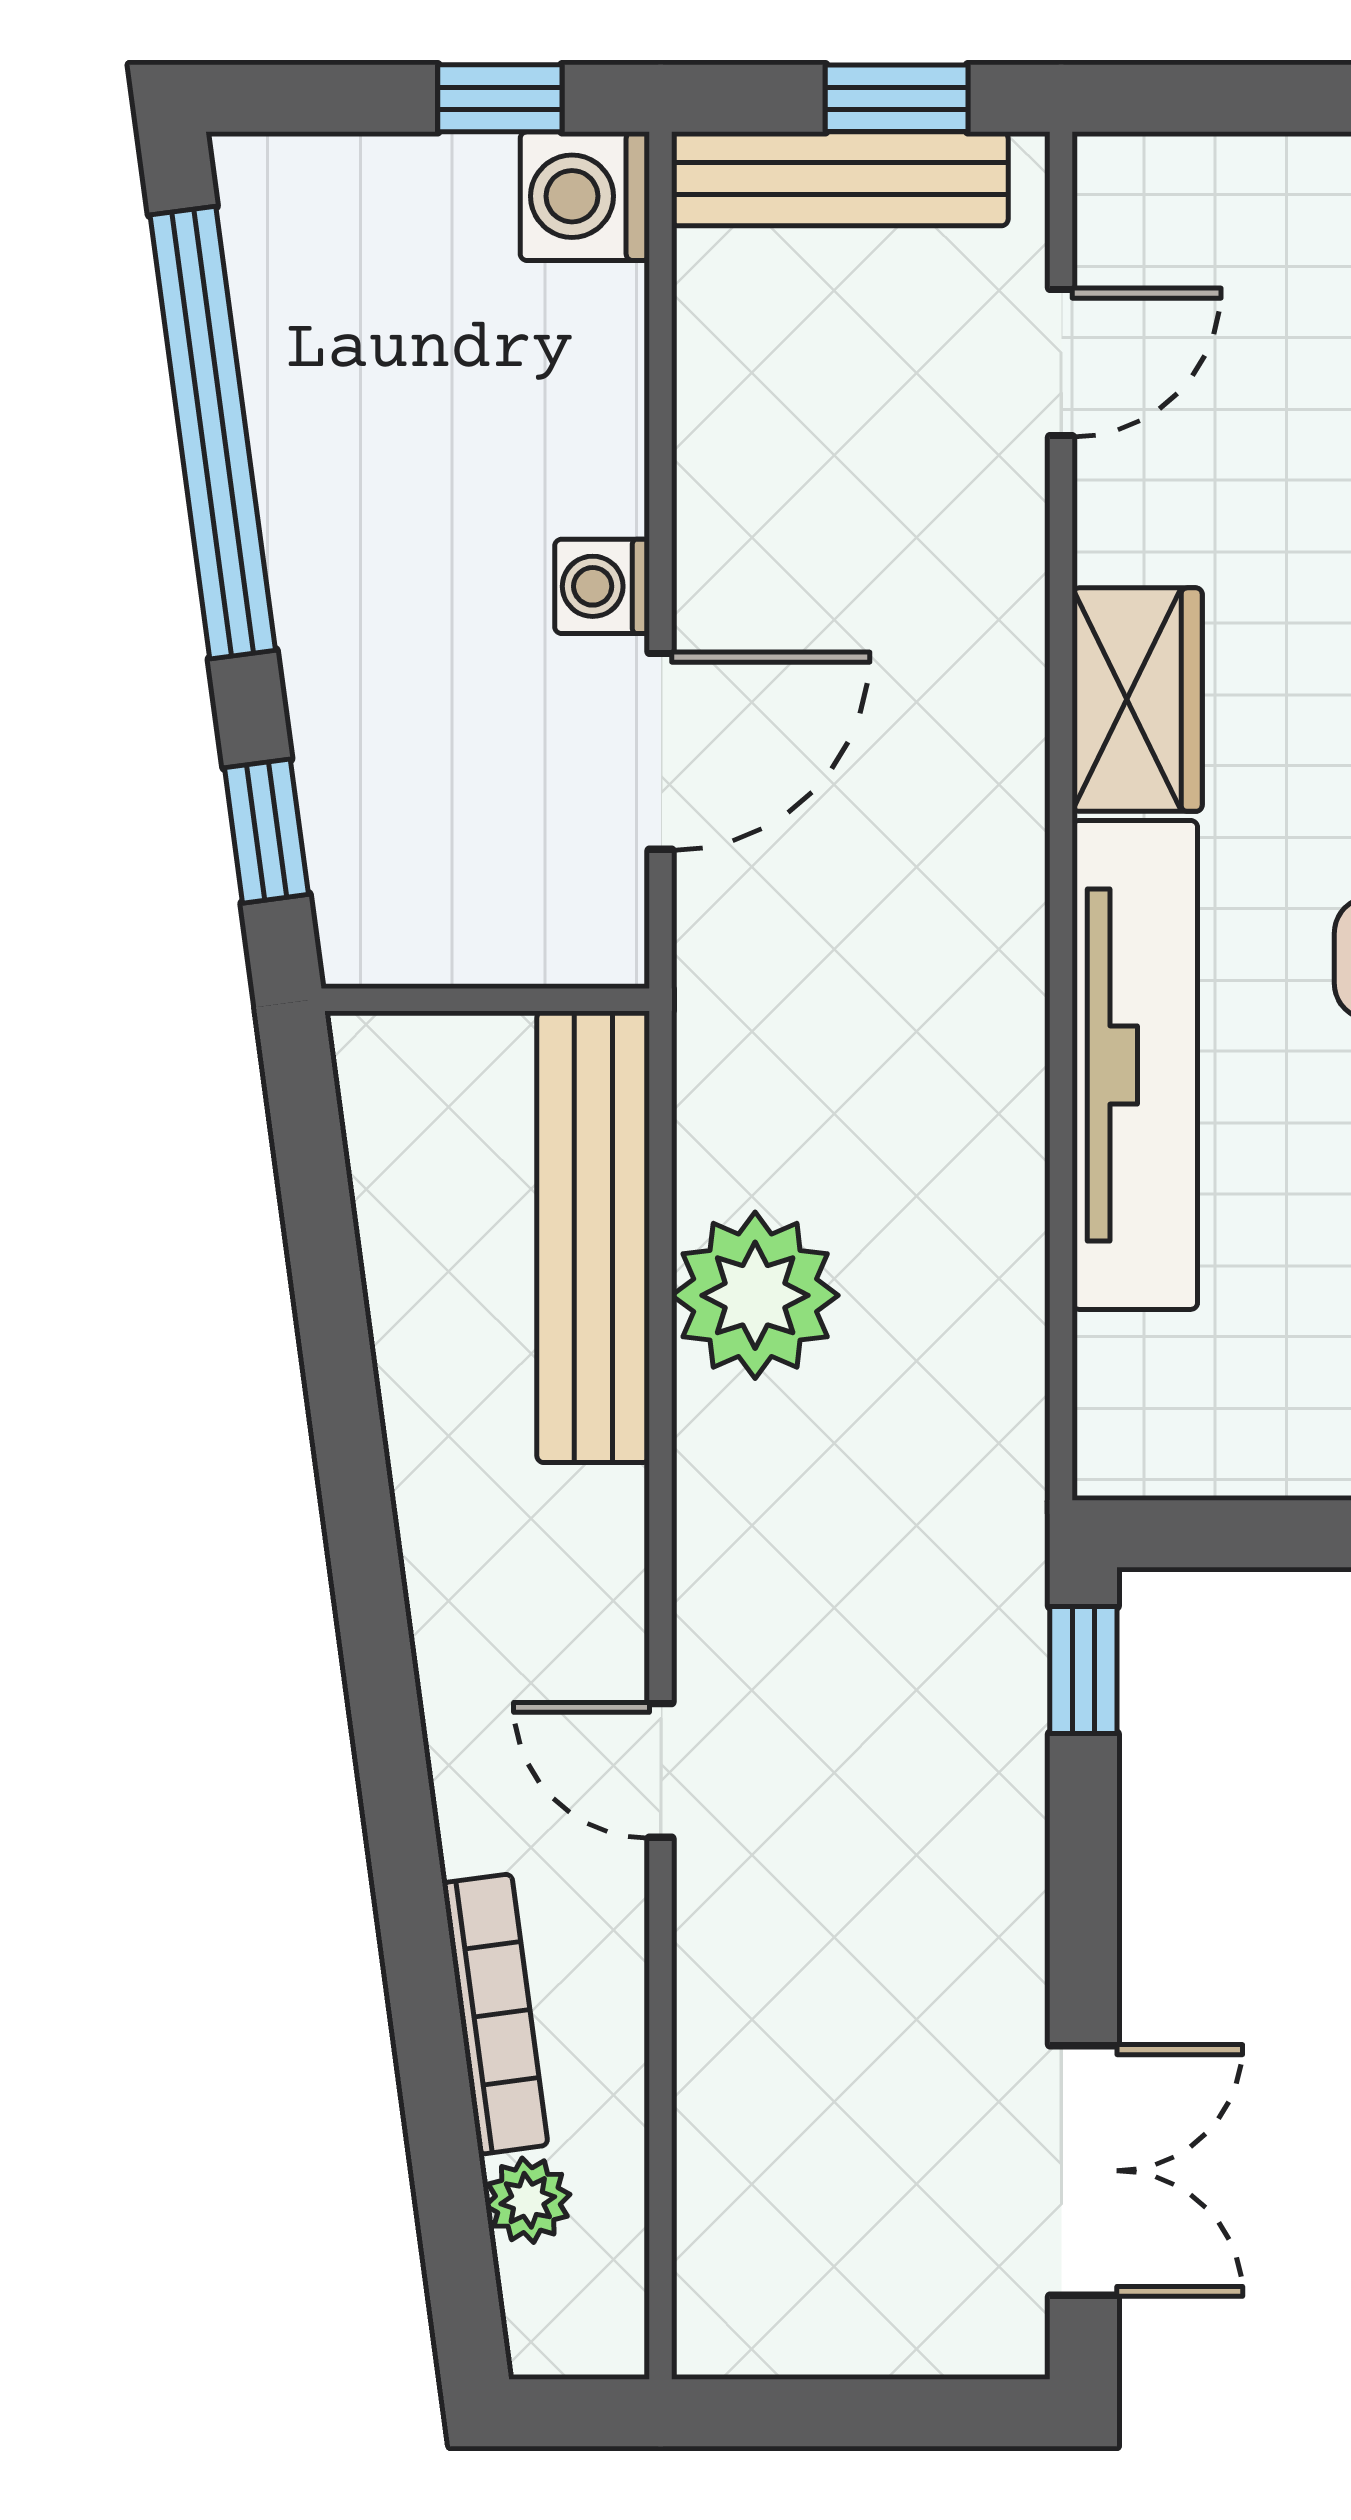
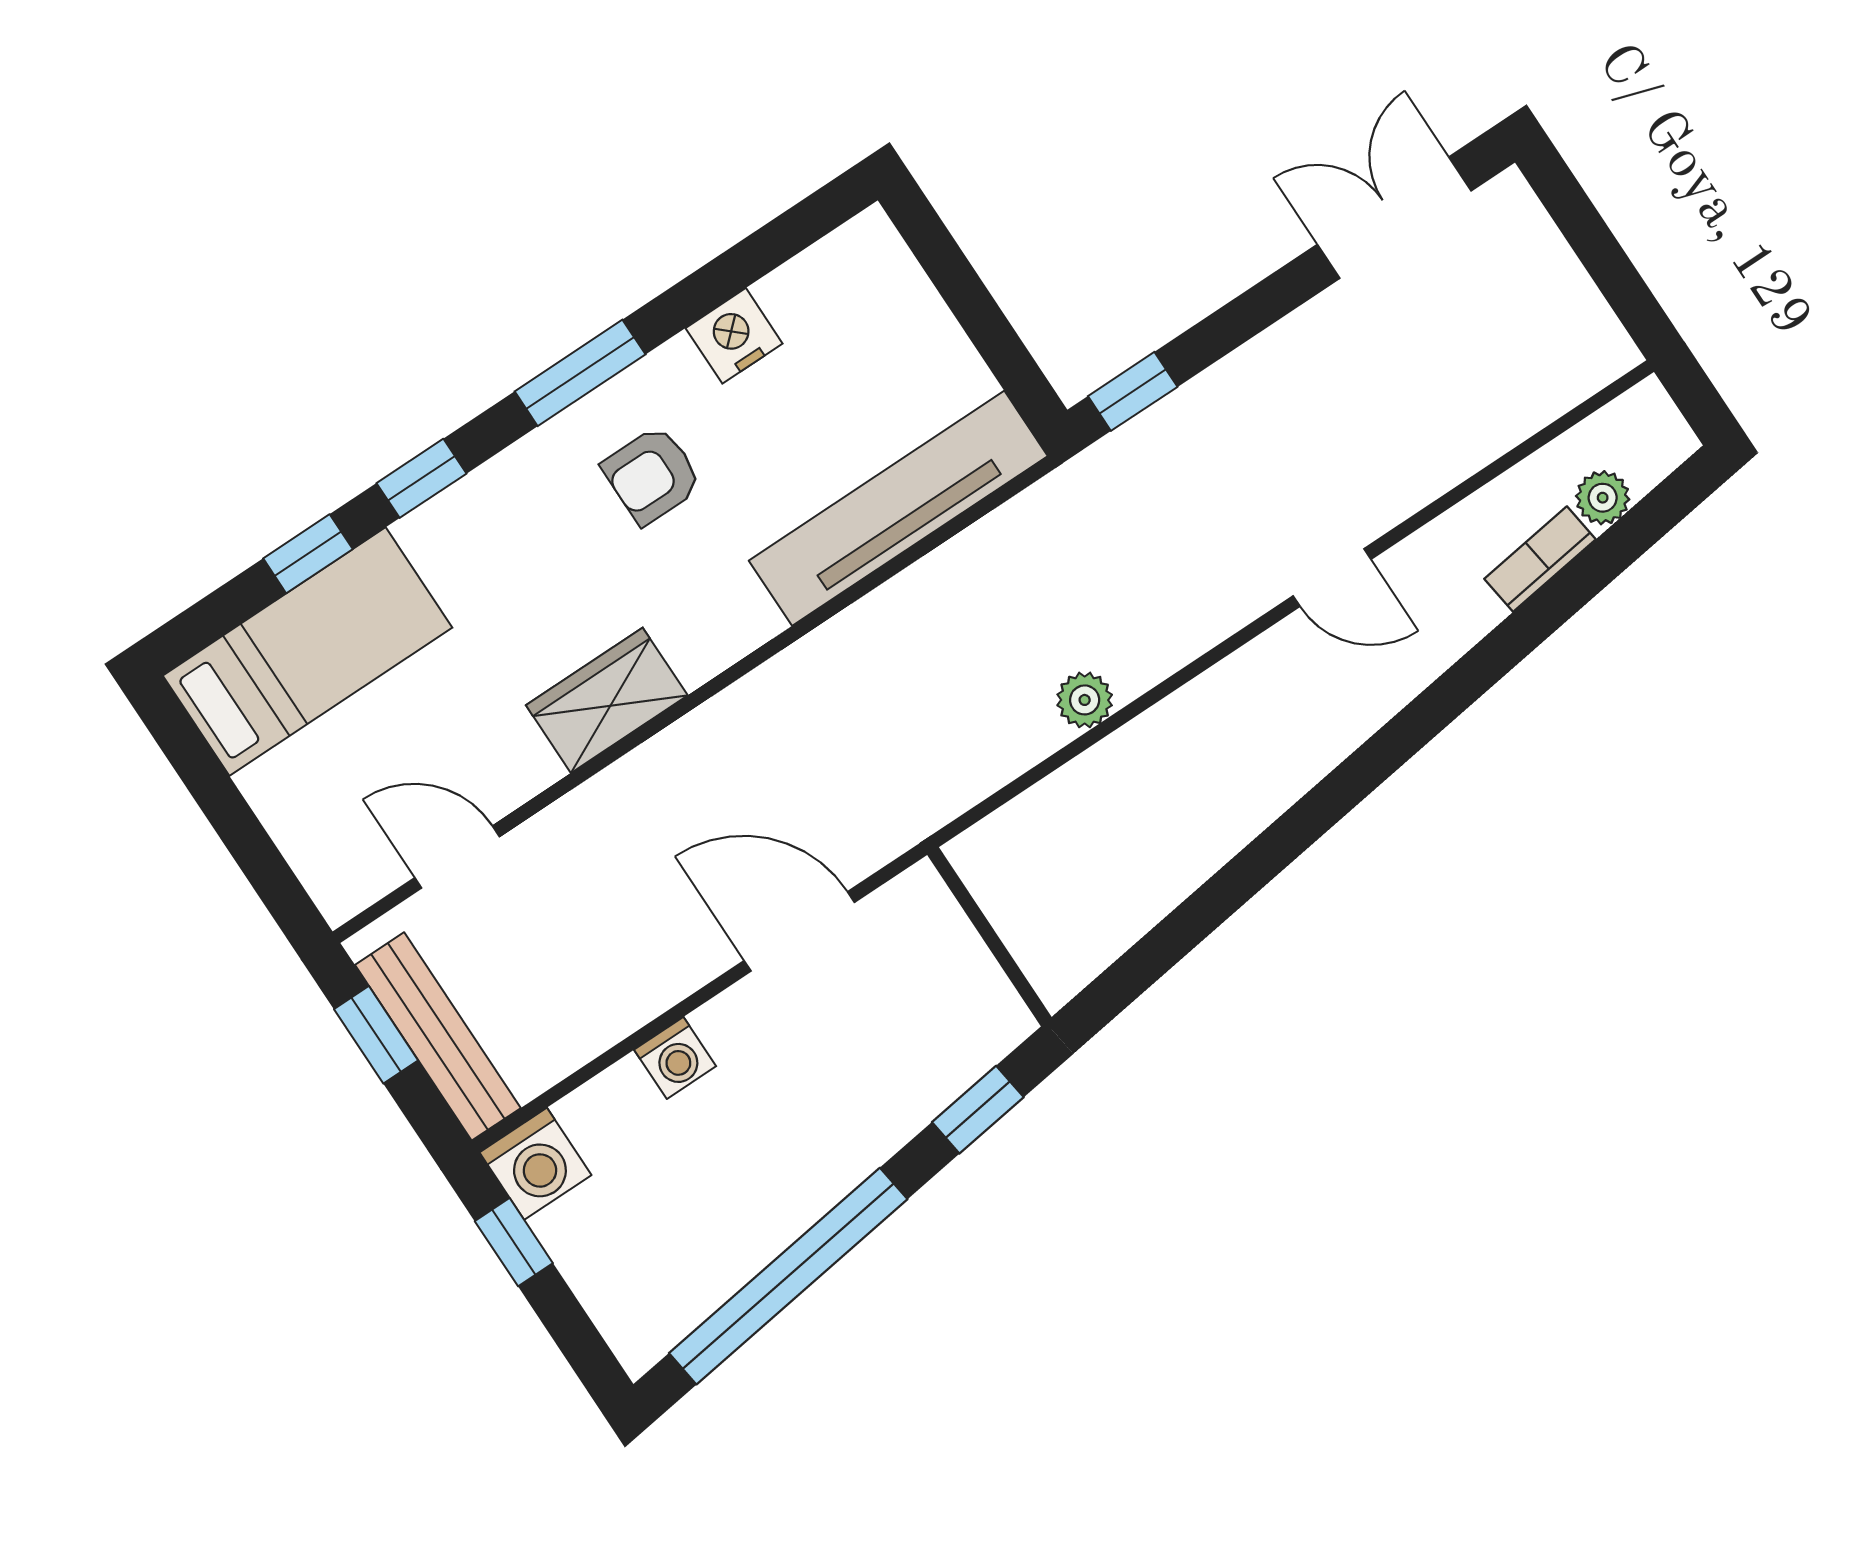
washing machine: (602, 586) -> (675, 1058), moved
tv unit: (1135, 1065) -> (898, 508), moved
bench: (593, 1237) -> (1076, 798), removed
plant: (755, 1295) -> (1085, 700), width x0.53, depth x0.53
door: (661, 1770) -> (1332, 578), hinge flipped
bookcase: (495, 2014) -> (1540, 559), width x0.64

